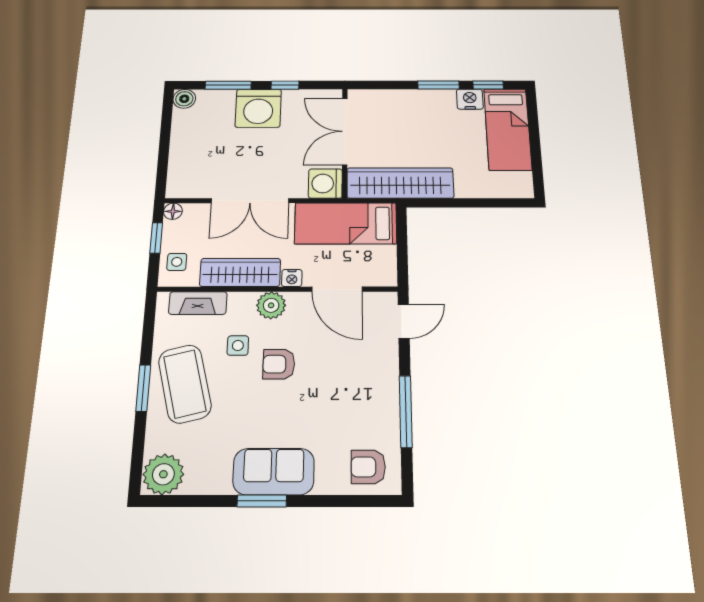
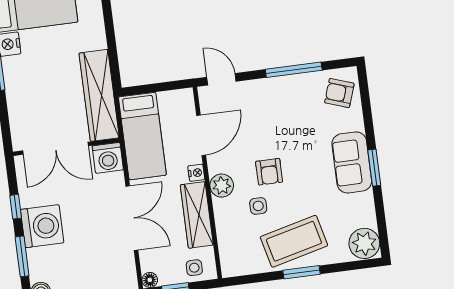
fireplace: (198, 303) -> (227, 244), removed
armchair: (368, 467) -> (339, 93), turned 109

